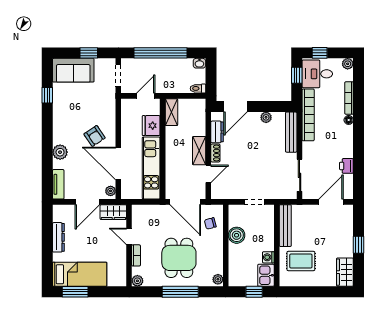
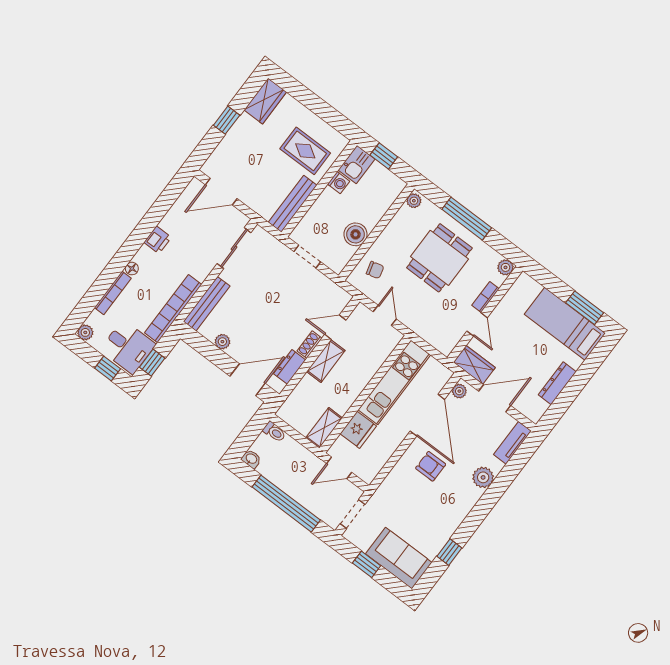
armchair: (95, 136) -> (431, 466), turned -56
printer: (346, 166) -> (158, 240), moved
door: (185, 202) -> (385, 315), width x0.53

